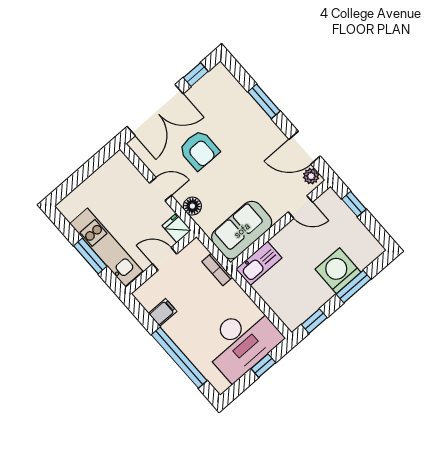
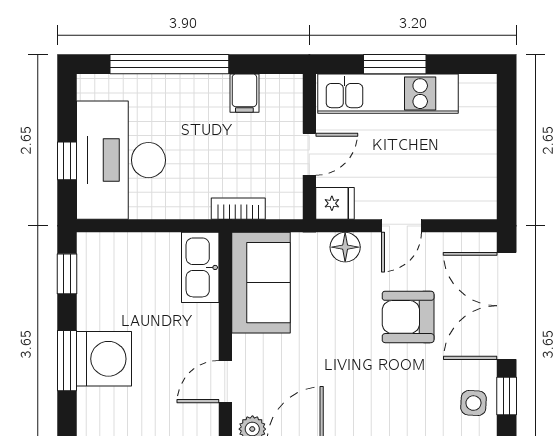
side table: (212, 87) -> (473, 403), added

